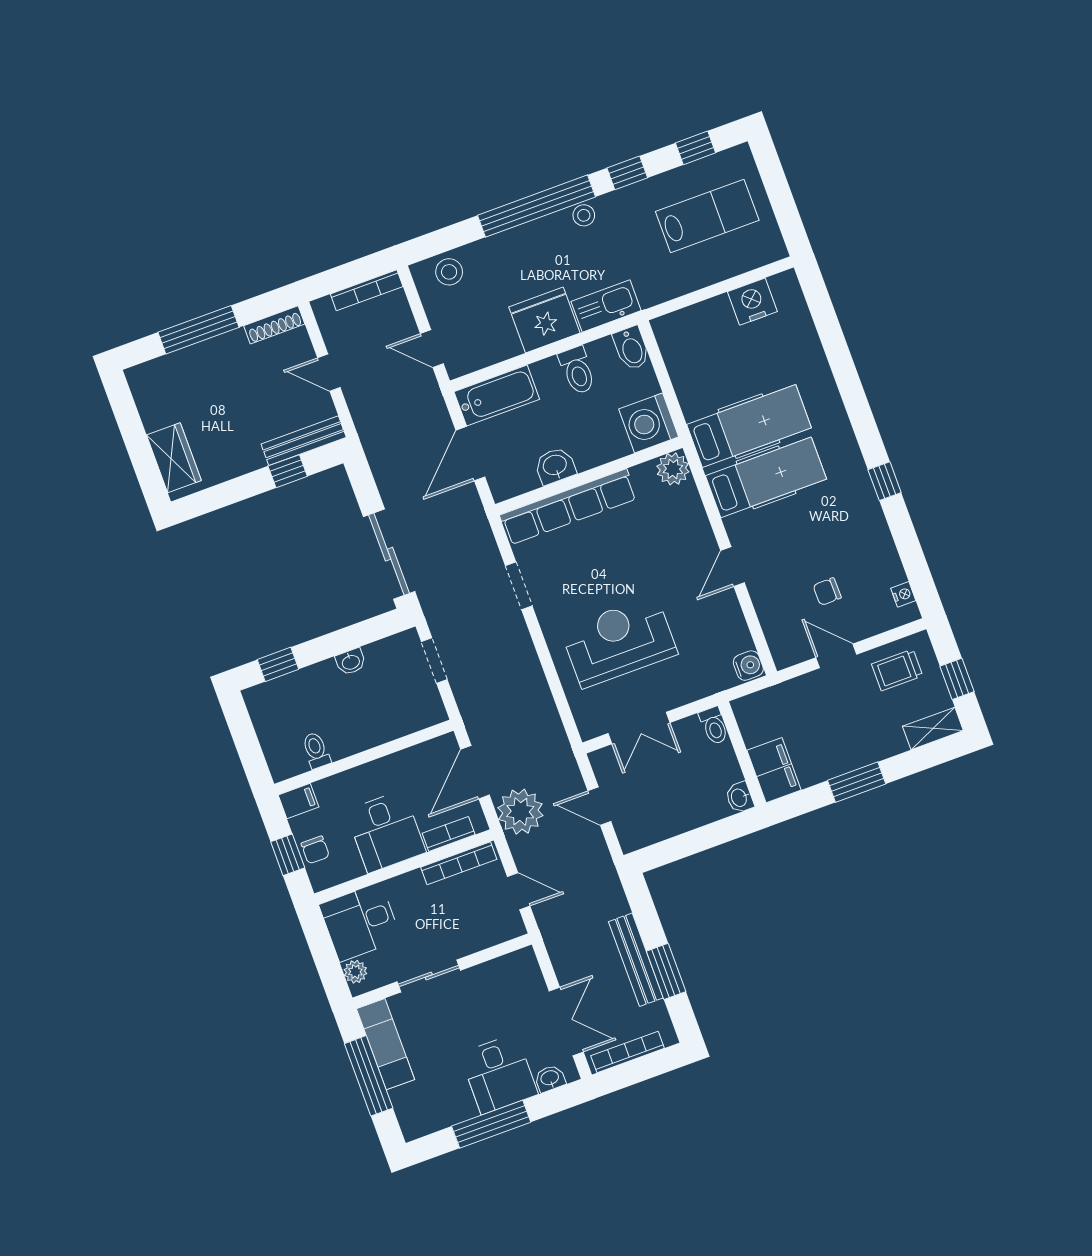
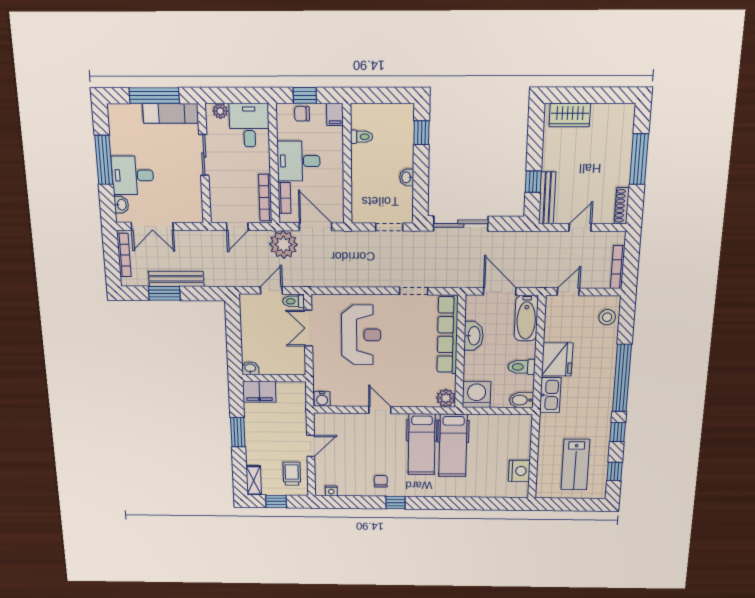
stool: (584, 215) -> (605, 401), removed
washbasin: (555, 466) -> (474, 336), width x1.38
chair: (827, 592) -> (381, 481), moved
toilet: (714, 726) -> (294, 301), moved

